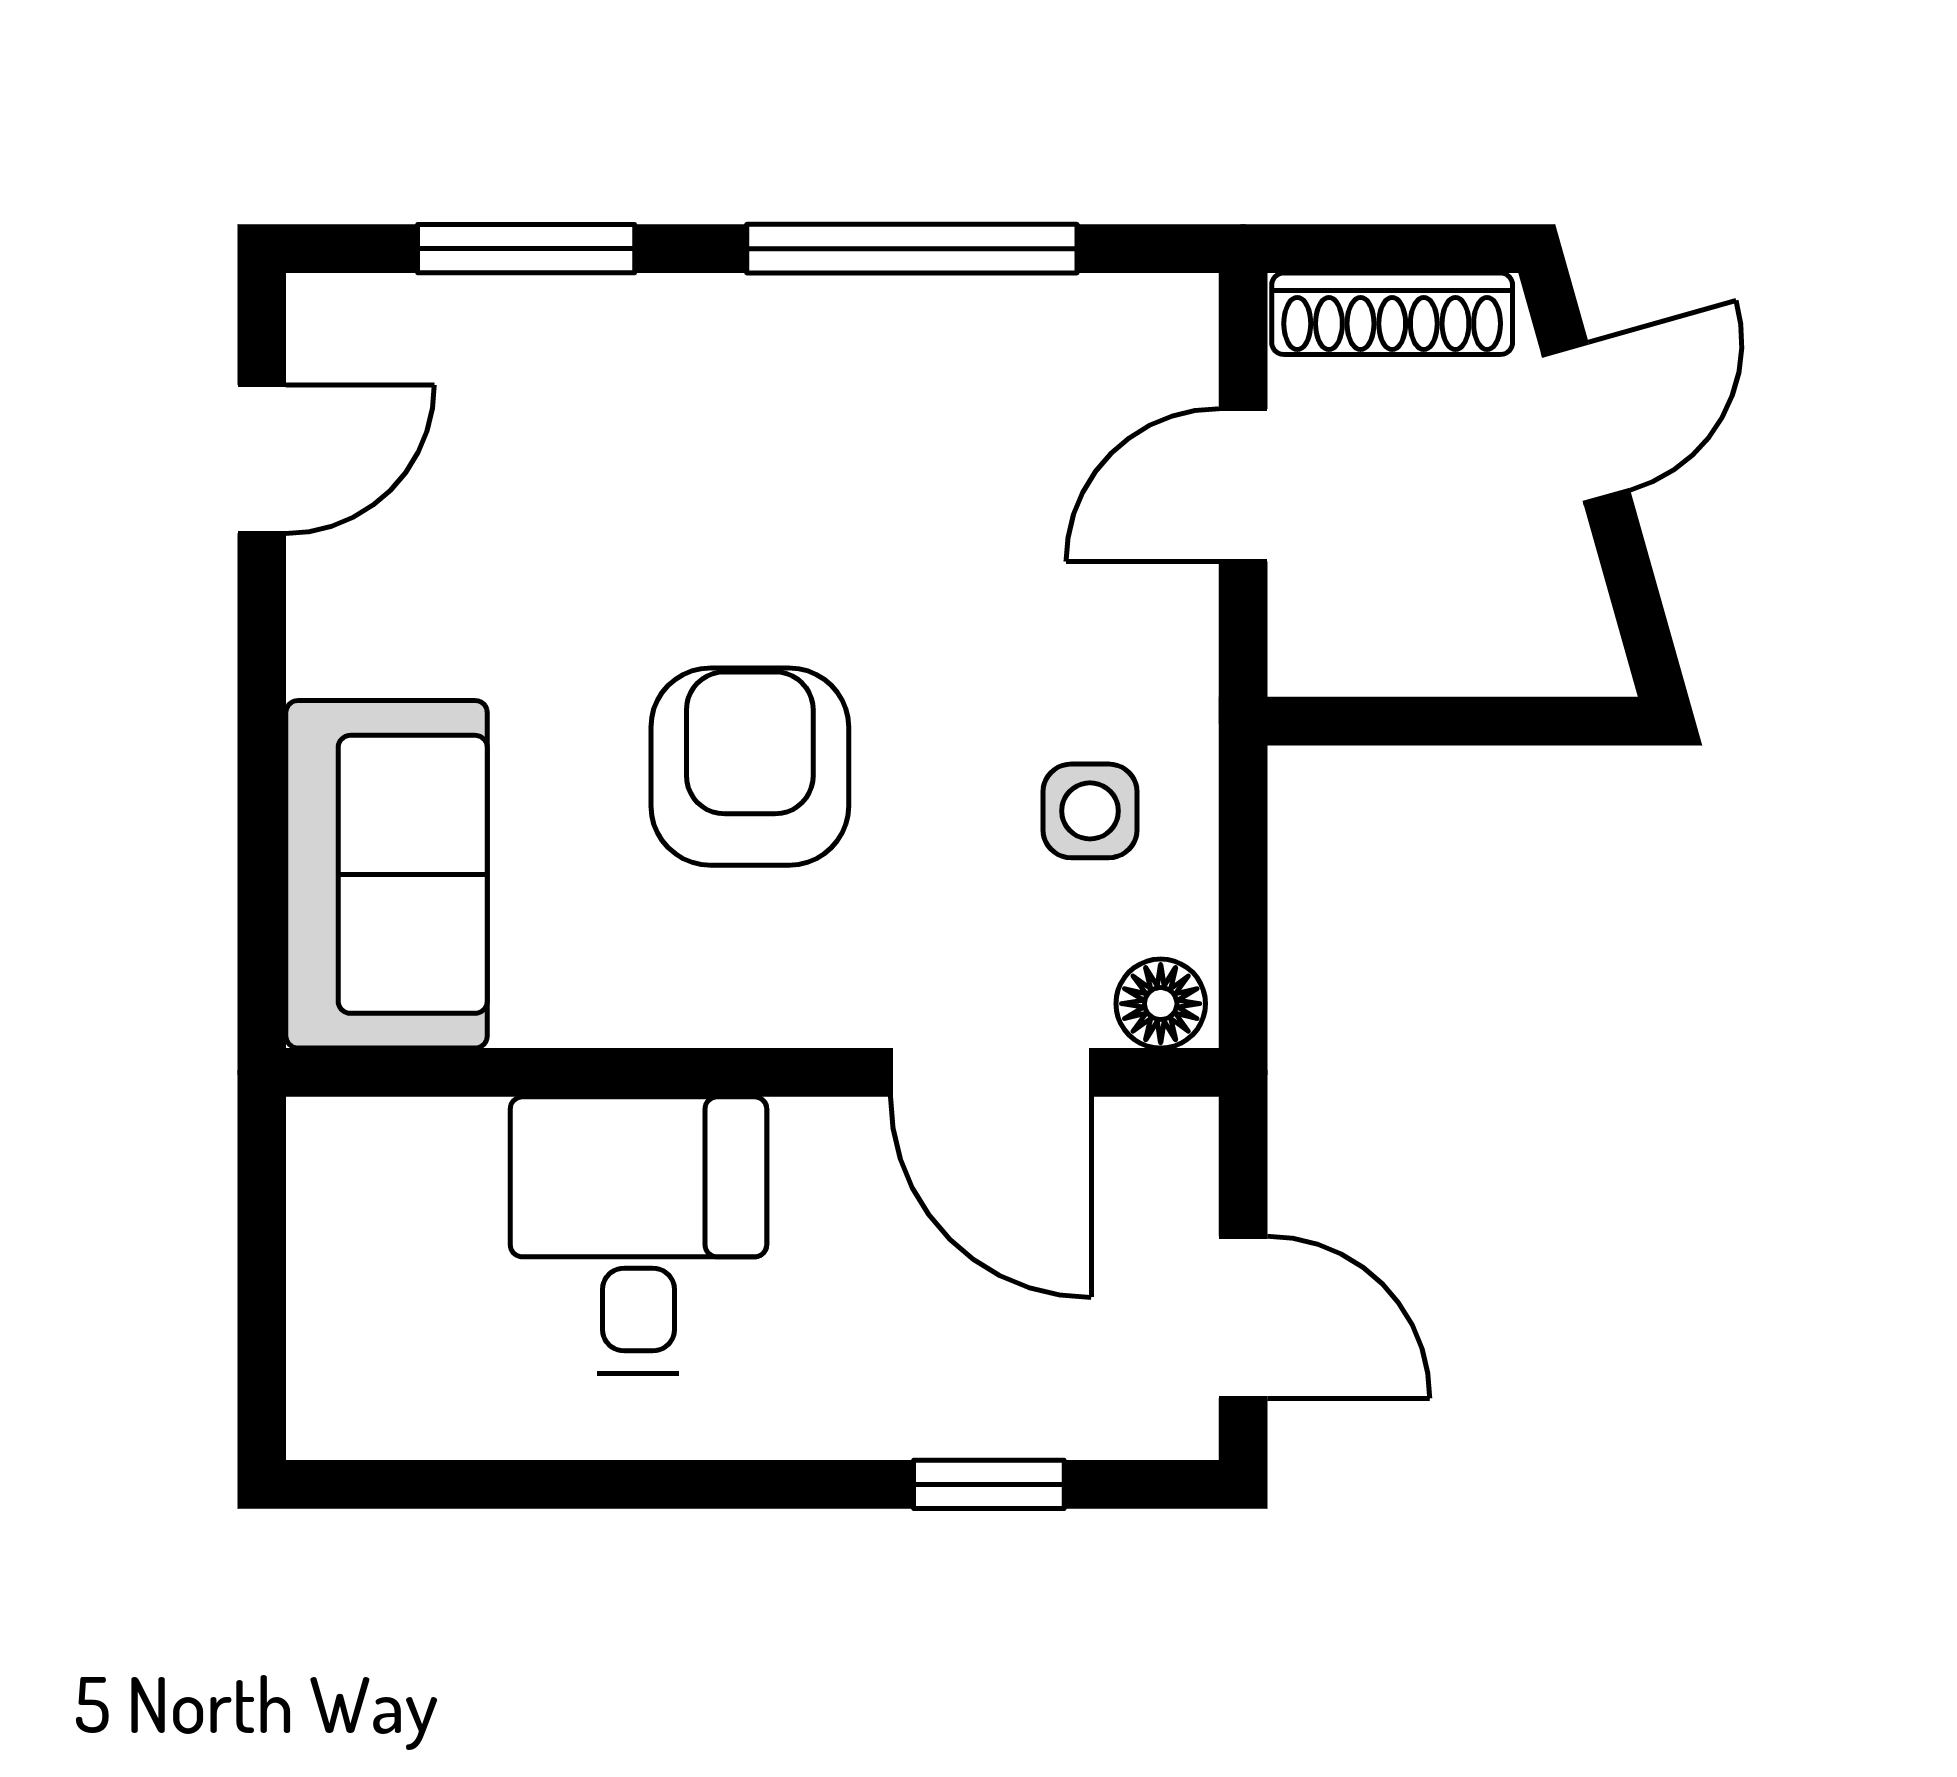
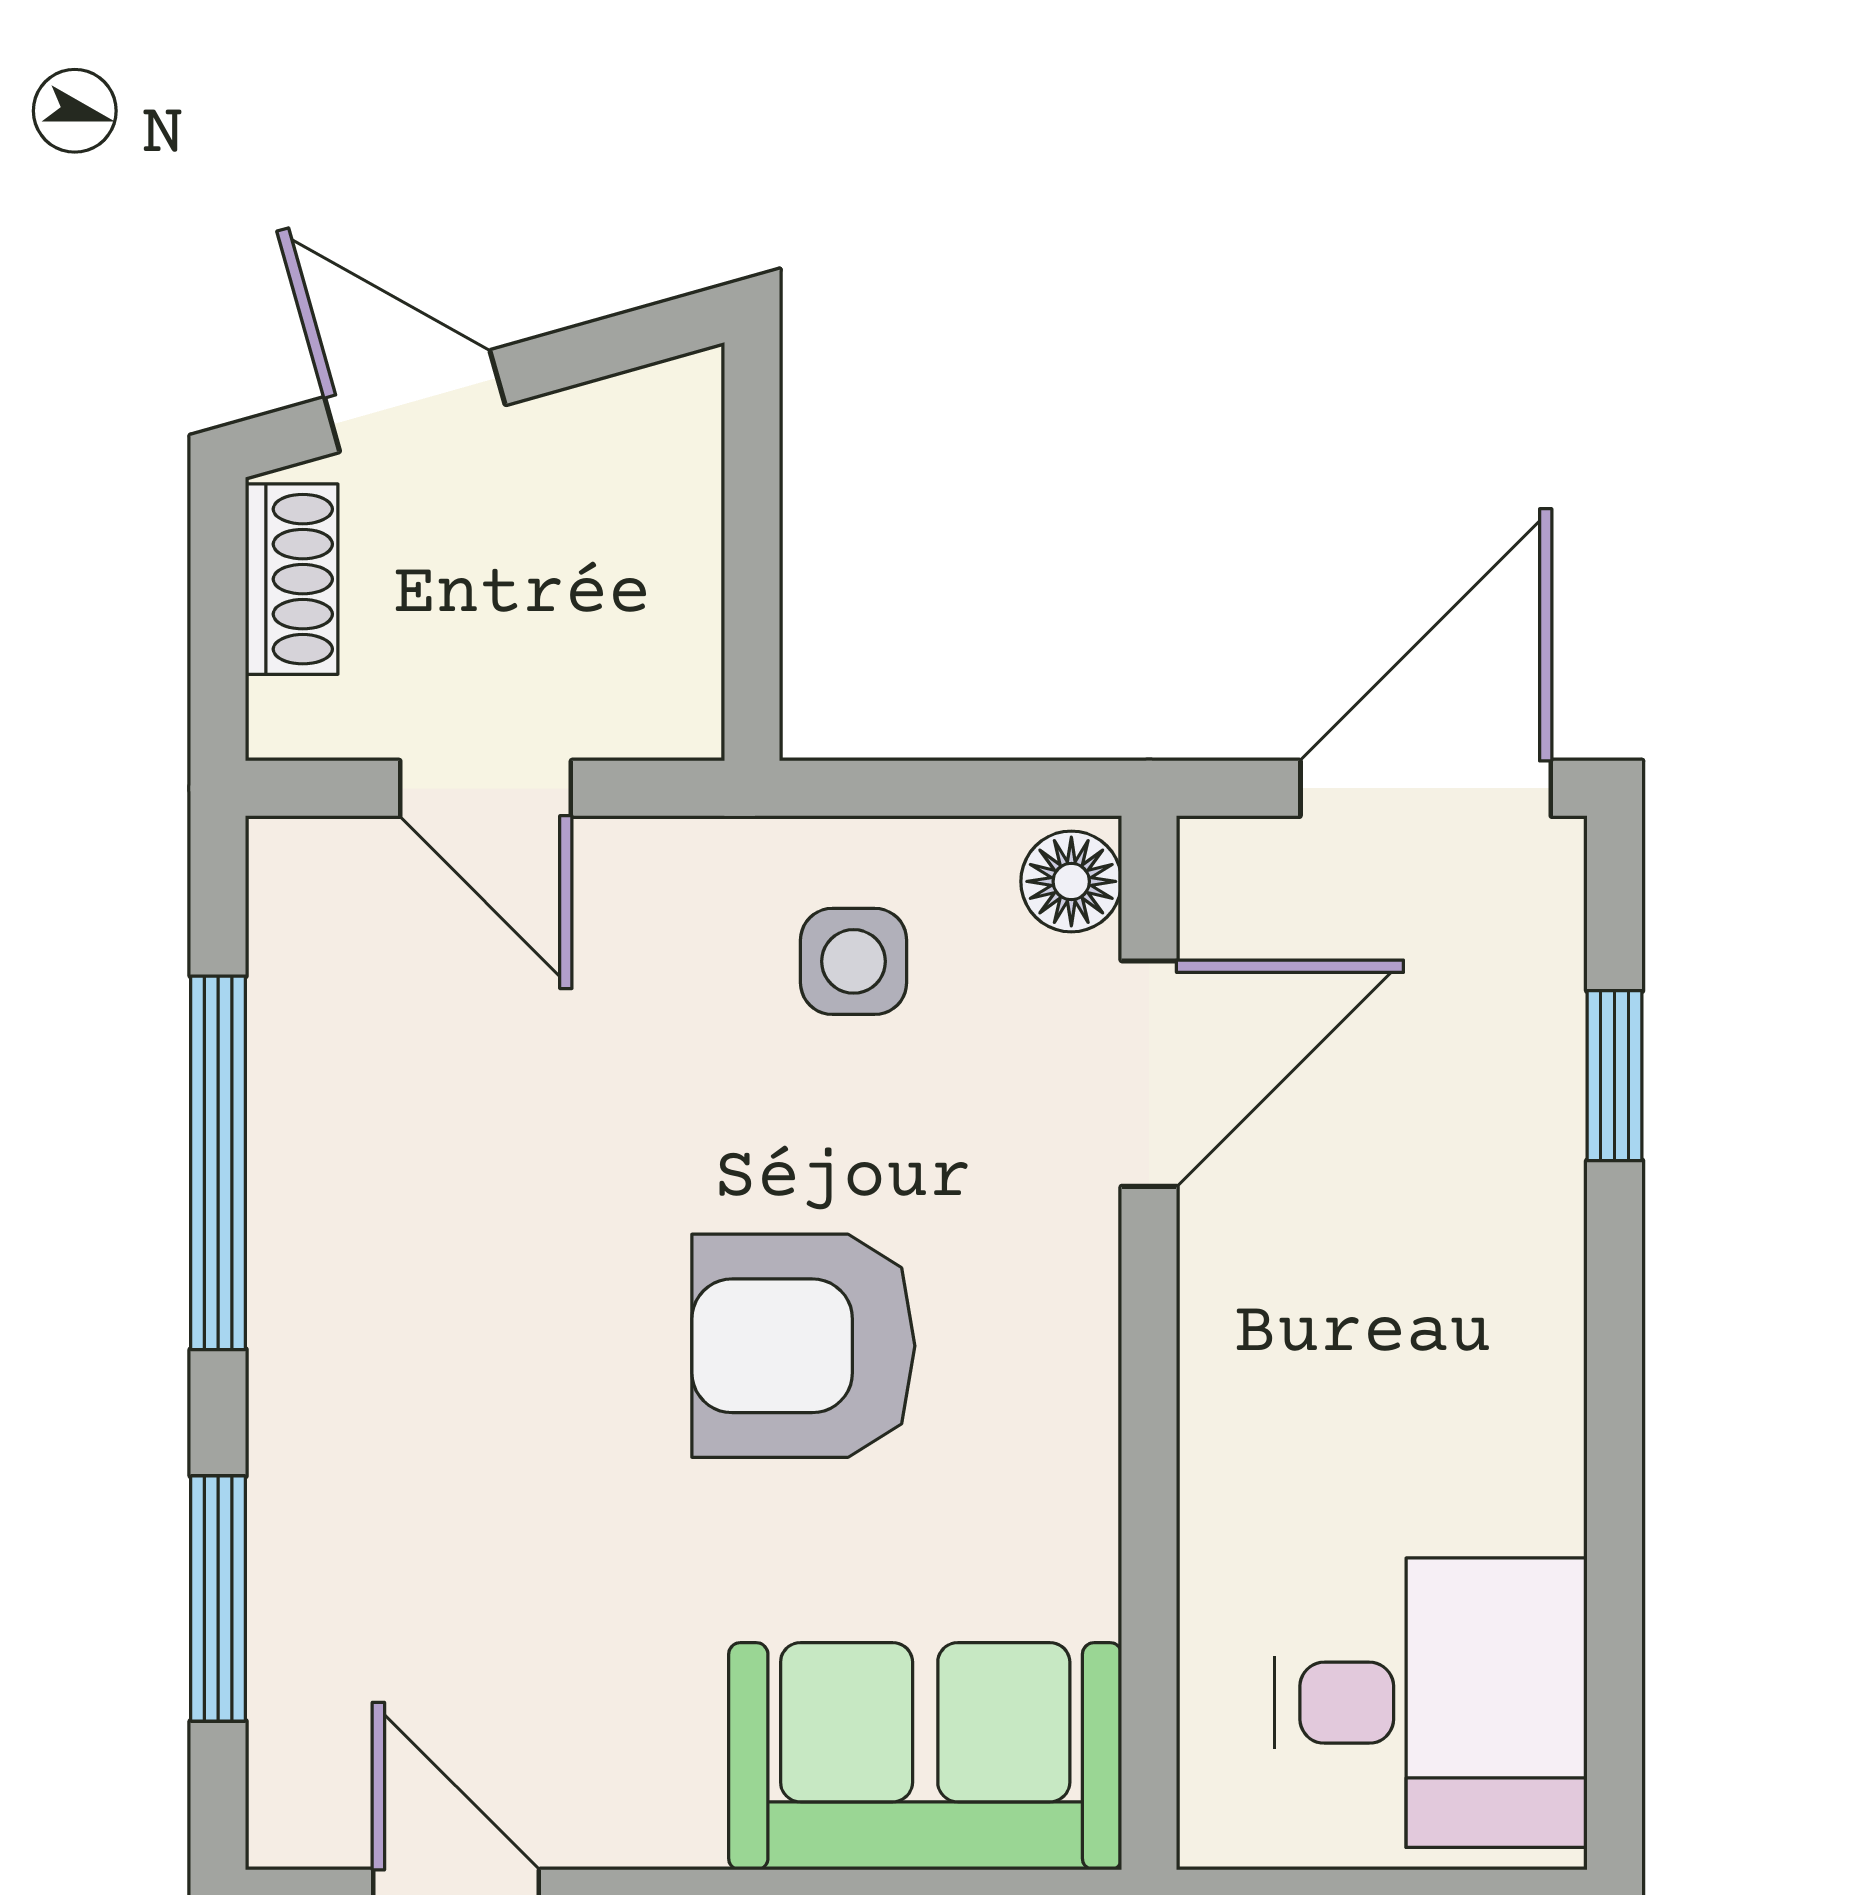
shoe rack: (1392, 314) -> (292, 579), width x0.70
desk: (638, 1235) -> (1431, 1703), moved, turned 180
door: (1243, 1317) -> (1426, 788), width x1.38

